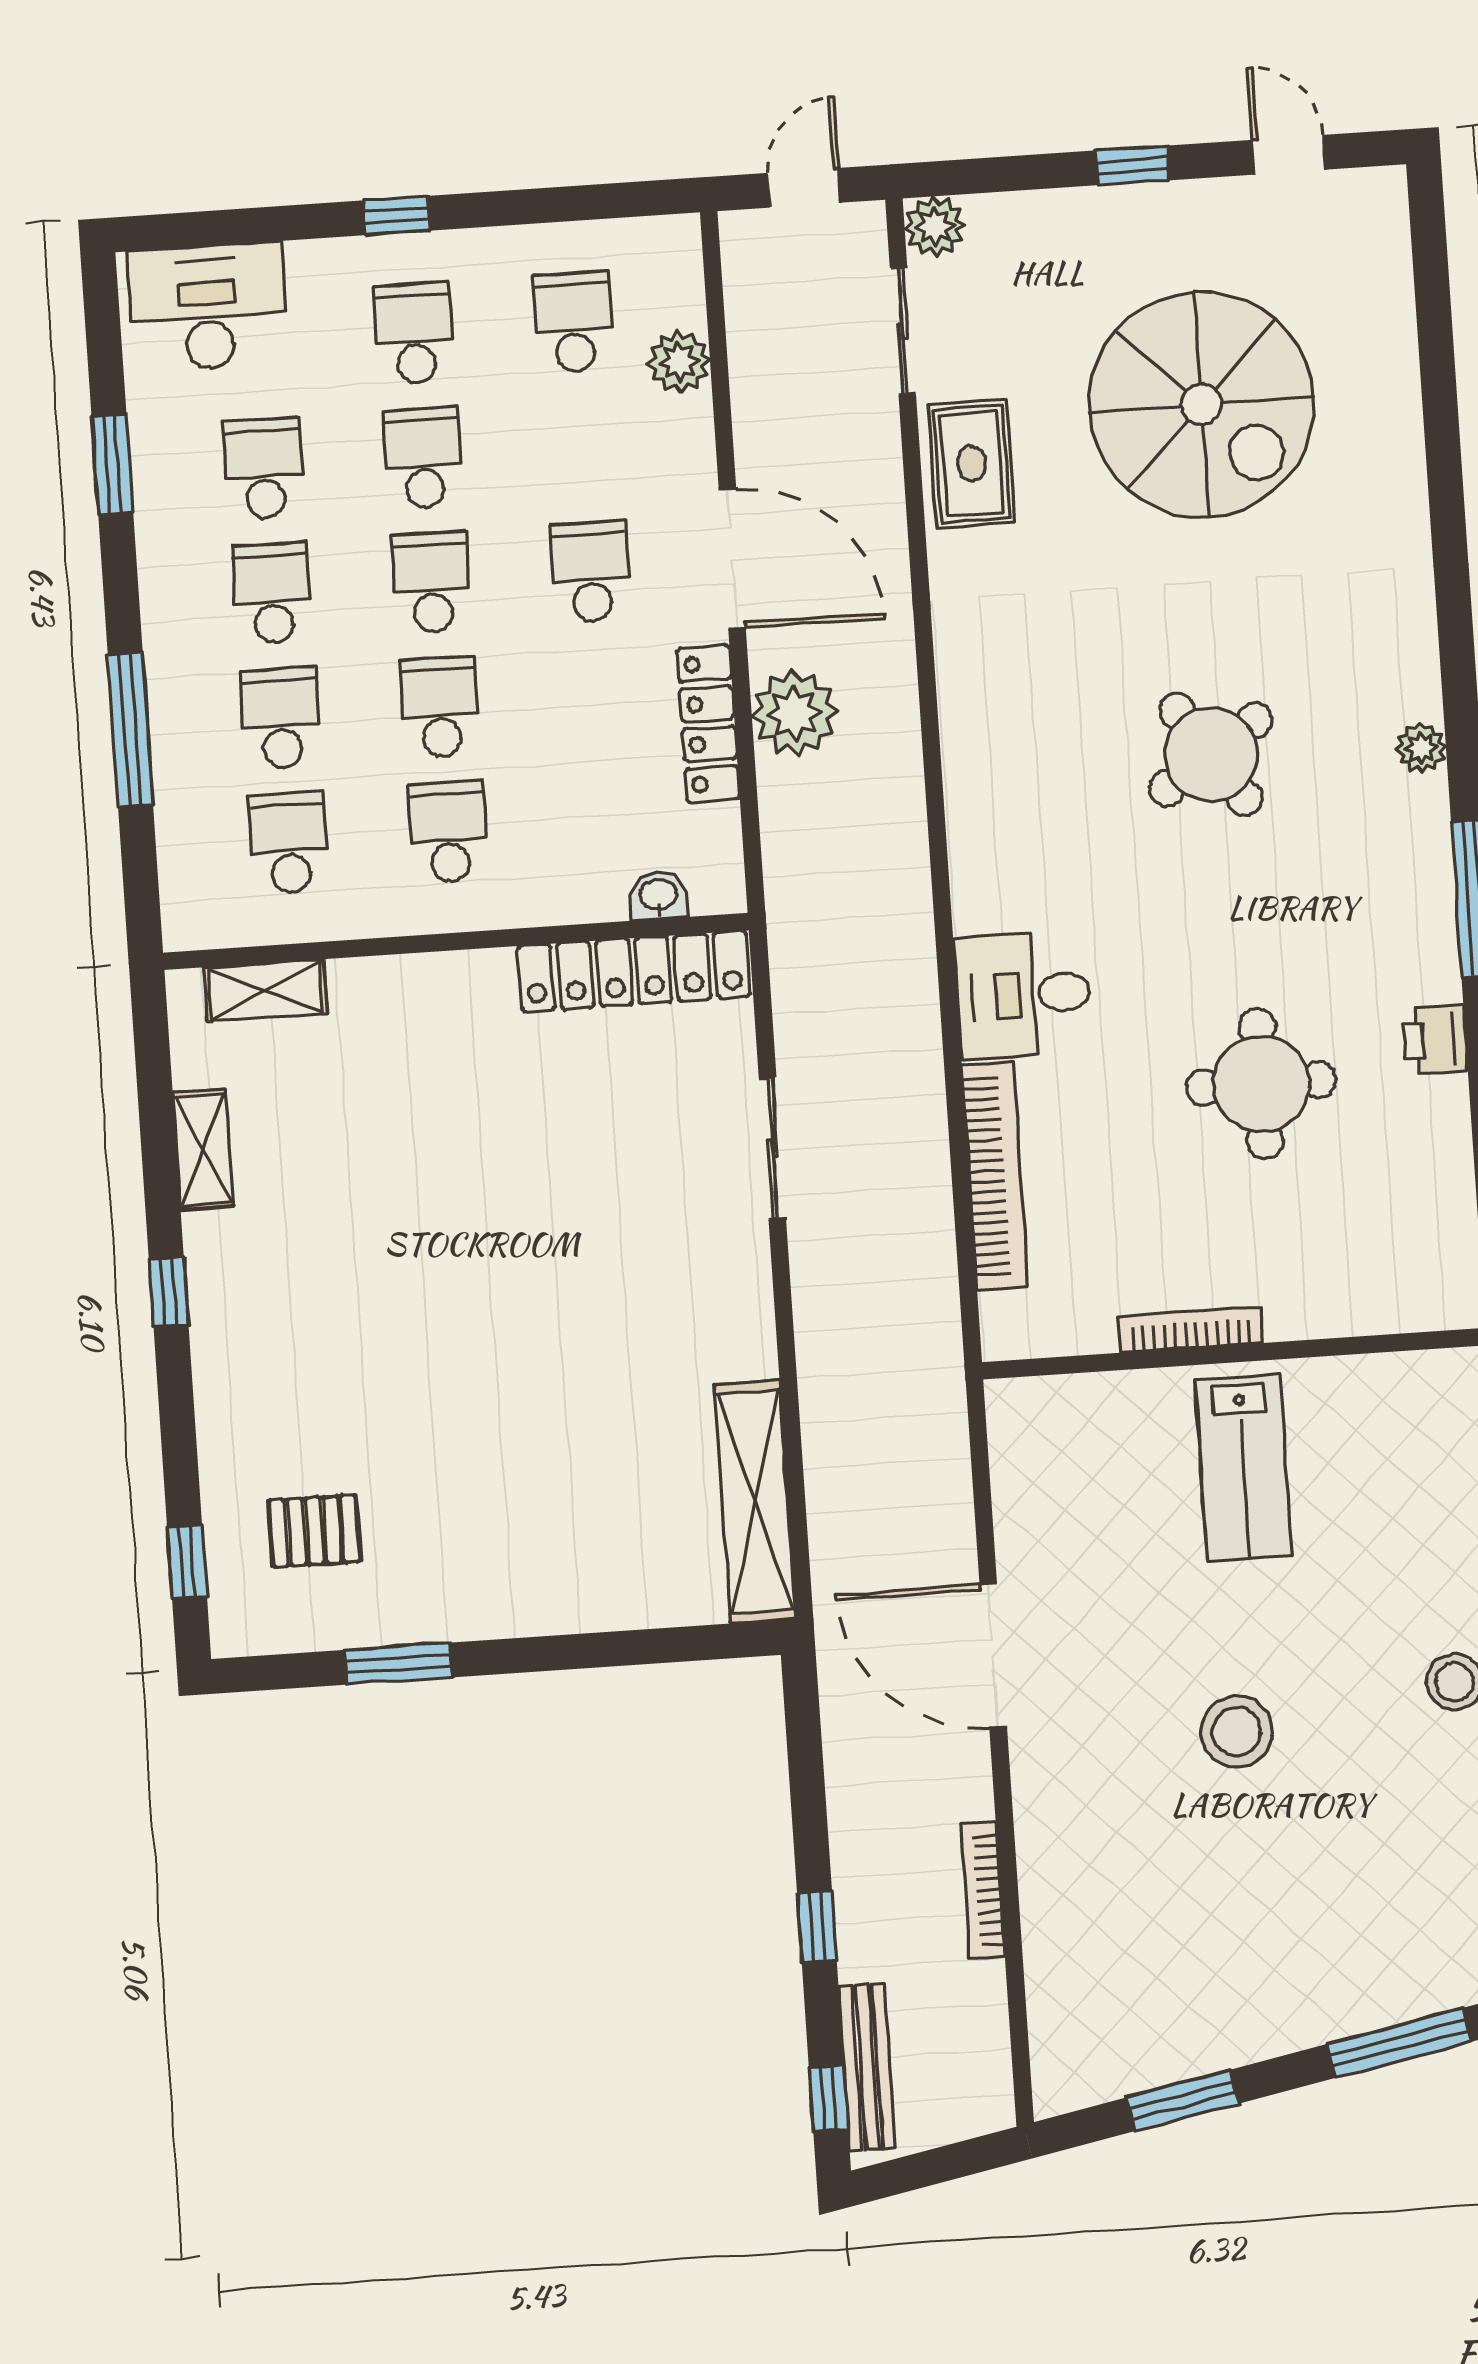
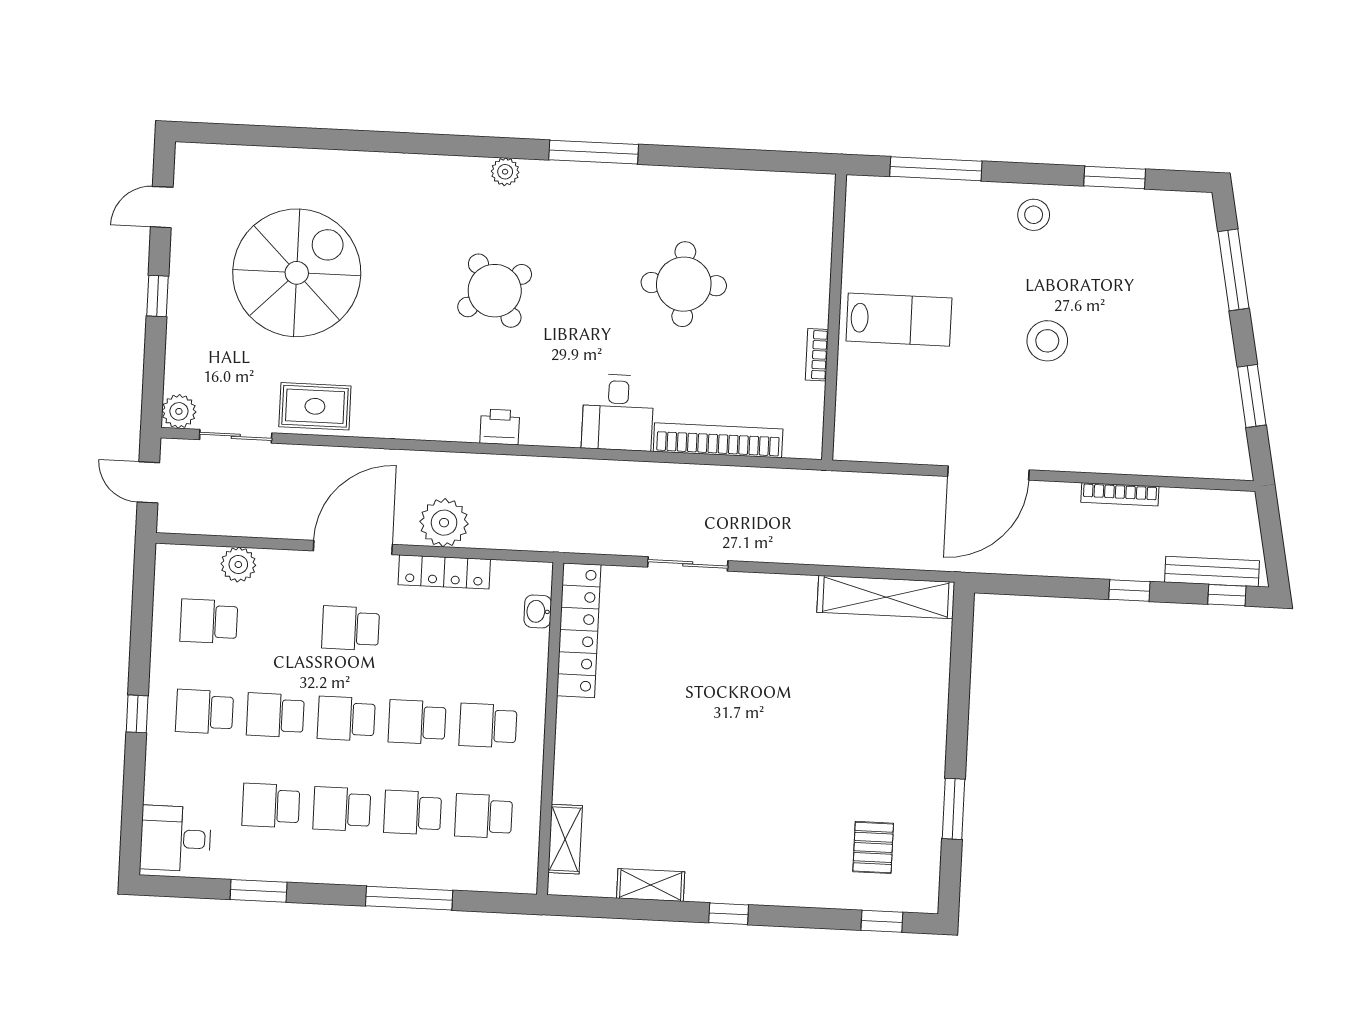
desk: (208, 307) -> (176, 839), width x0.73
printer: (1435, 1040) -> (500, 427), moved, turned 180
bookcase: (1191, 1330) -> (817, 355), width x0.64

